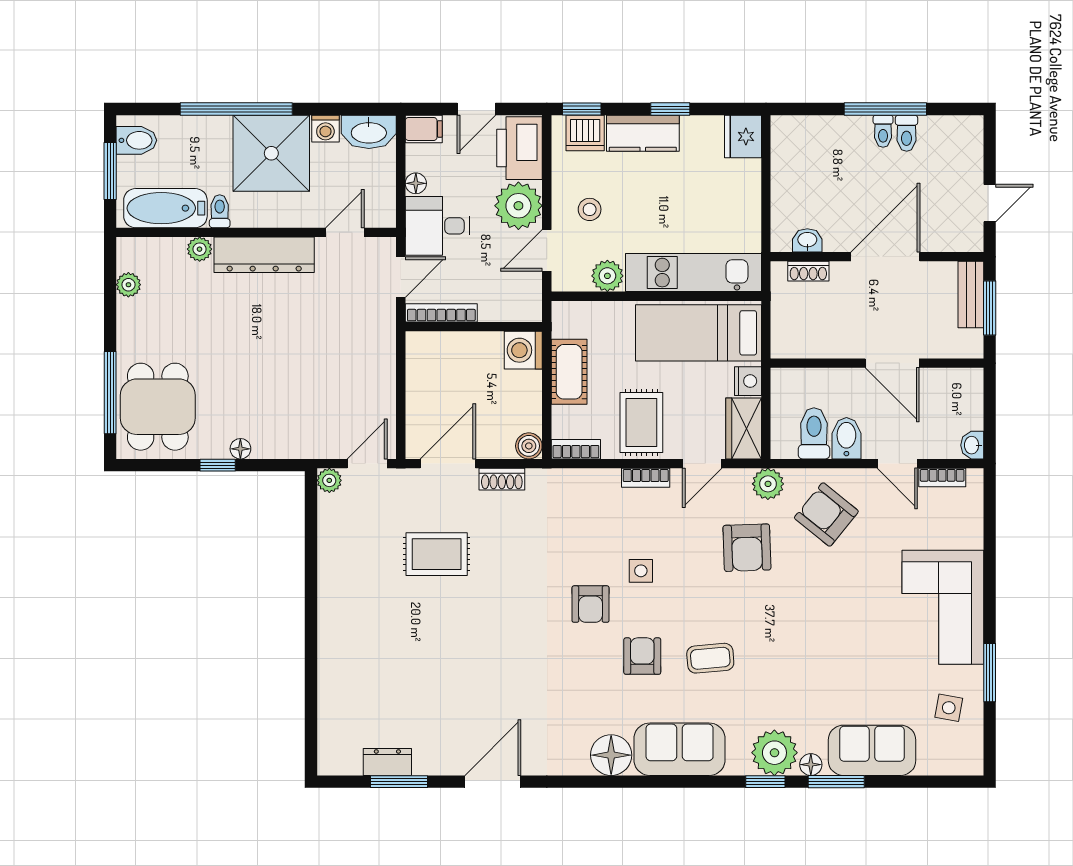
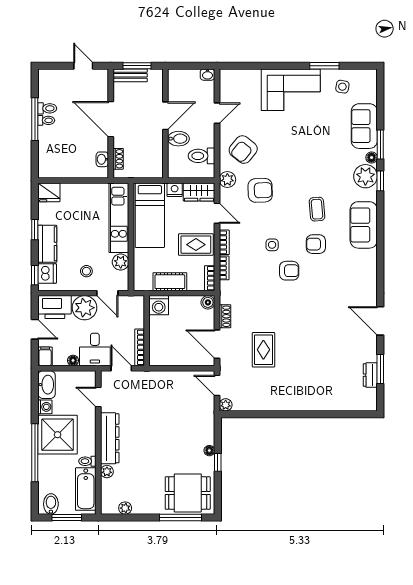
bidet: (846, 438) -> (178, 139), moved, turned 180
bookcase: (942, 478) -> (224, 268), moved
floor lamp: (611, 755) -> (367, 260), removed

